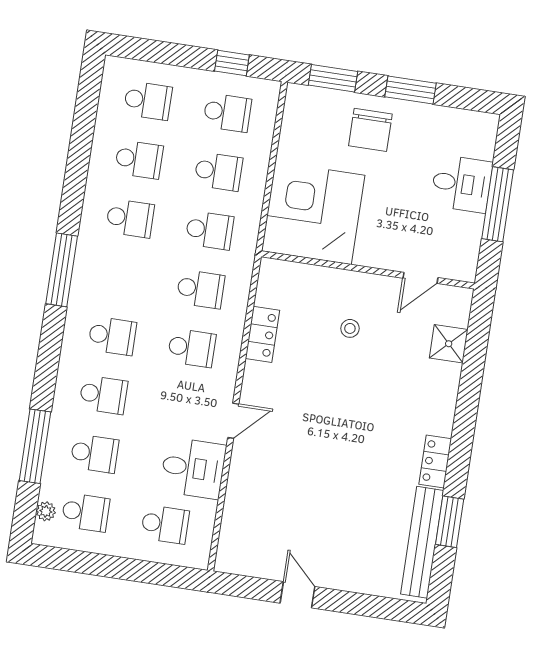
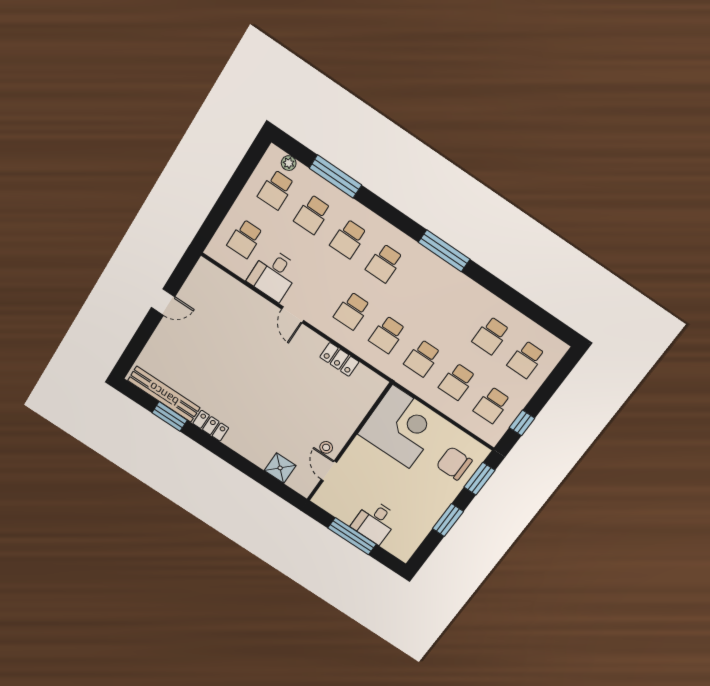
chair: (370, 130) -> (454, 463), moved
school desk: (130, 218) -> (456, 312), removed
stool: (350, 328) -> (326, 447), moved

